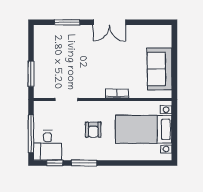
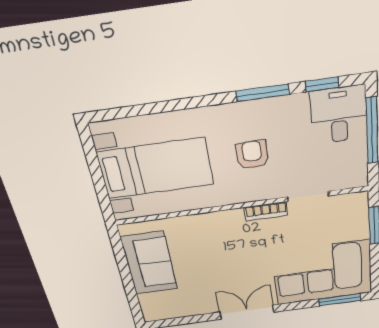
window: (67, 22) -> (340, 300), moved
corner sofa: (62, 45) -> (323, 273), added
bookcase: (117, 93) -> (266, 211), moved

